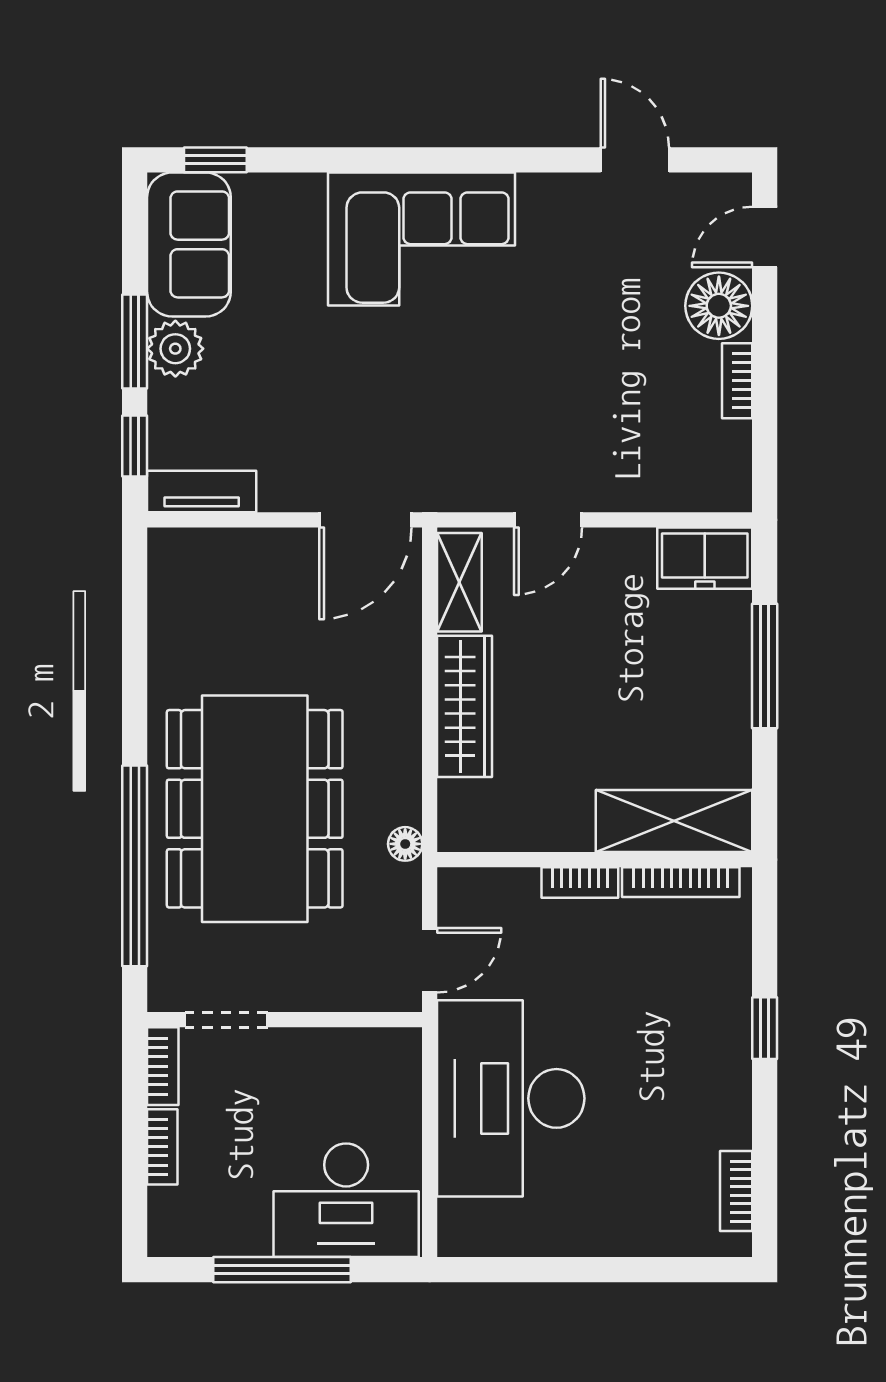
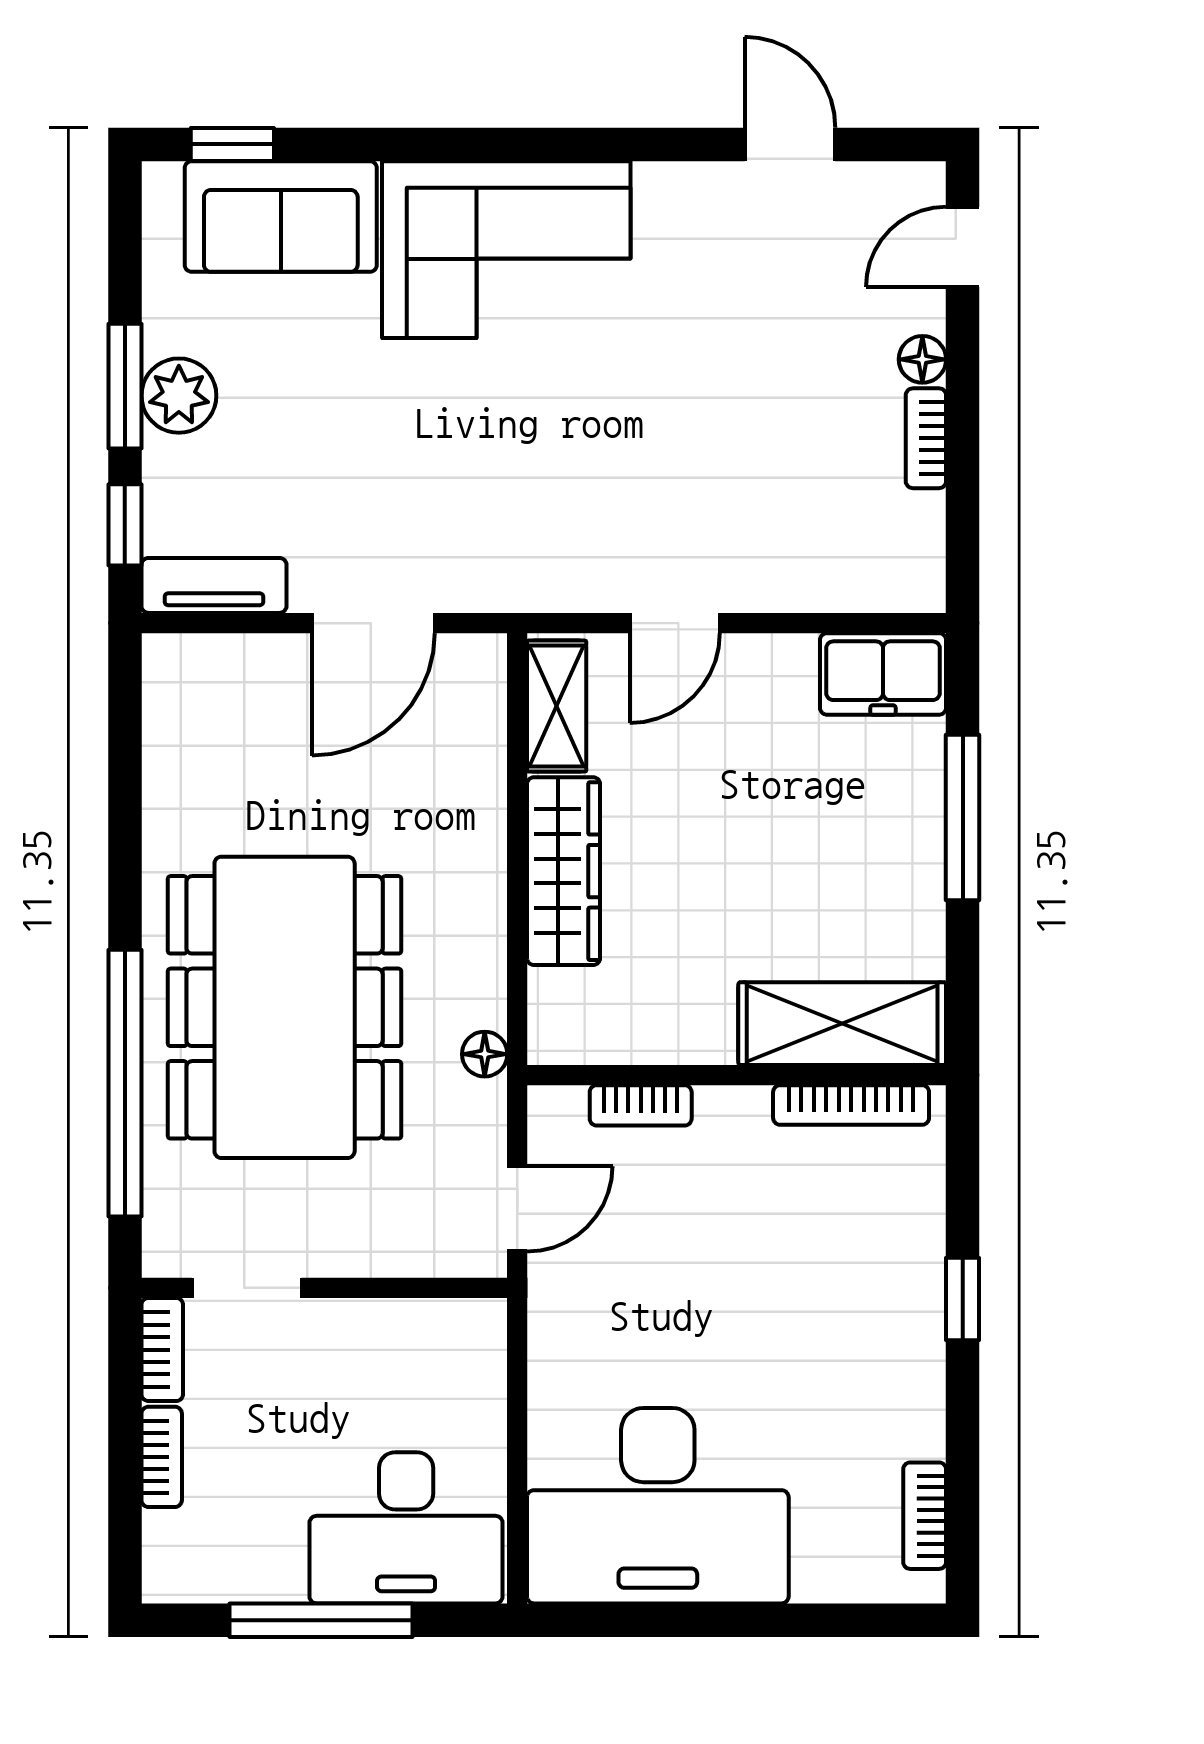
sofa: (189, 244) -> (281, 217), moved, turned 90
floor lamp: (719, 306) -> (922, 359), width x0.53, depth x0.53
door: (365, 520) -> (373, 623), moved
bookcase: (580, 883) -> (641, 1105), moved
desk: (511, 1098) -> (658, 1506), moved, turned -90

